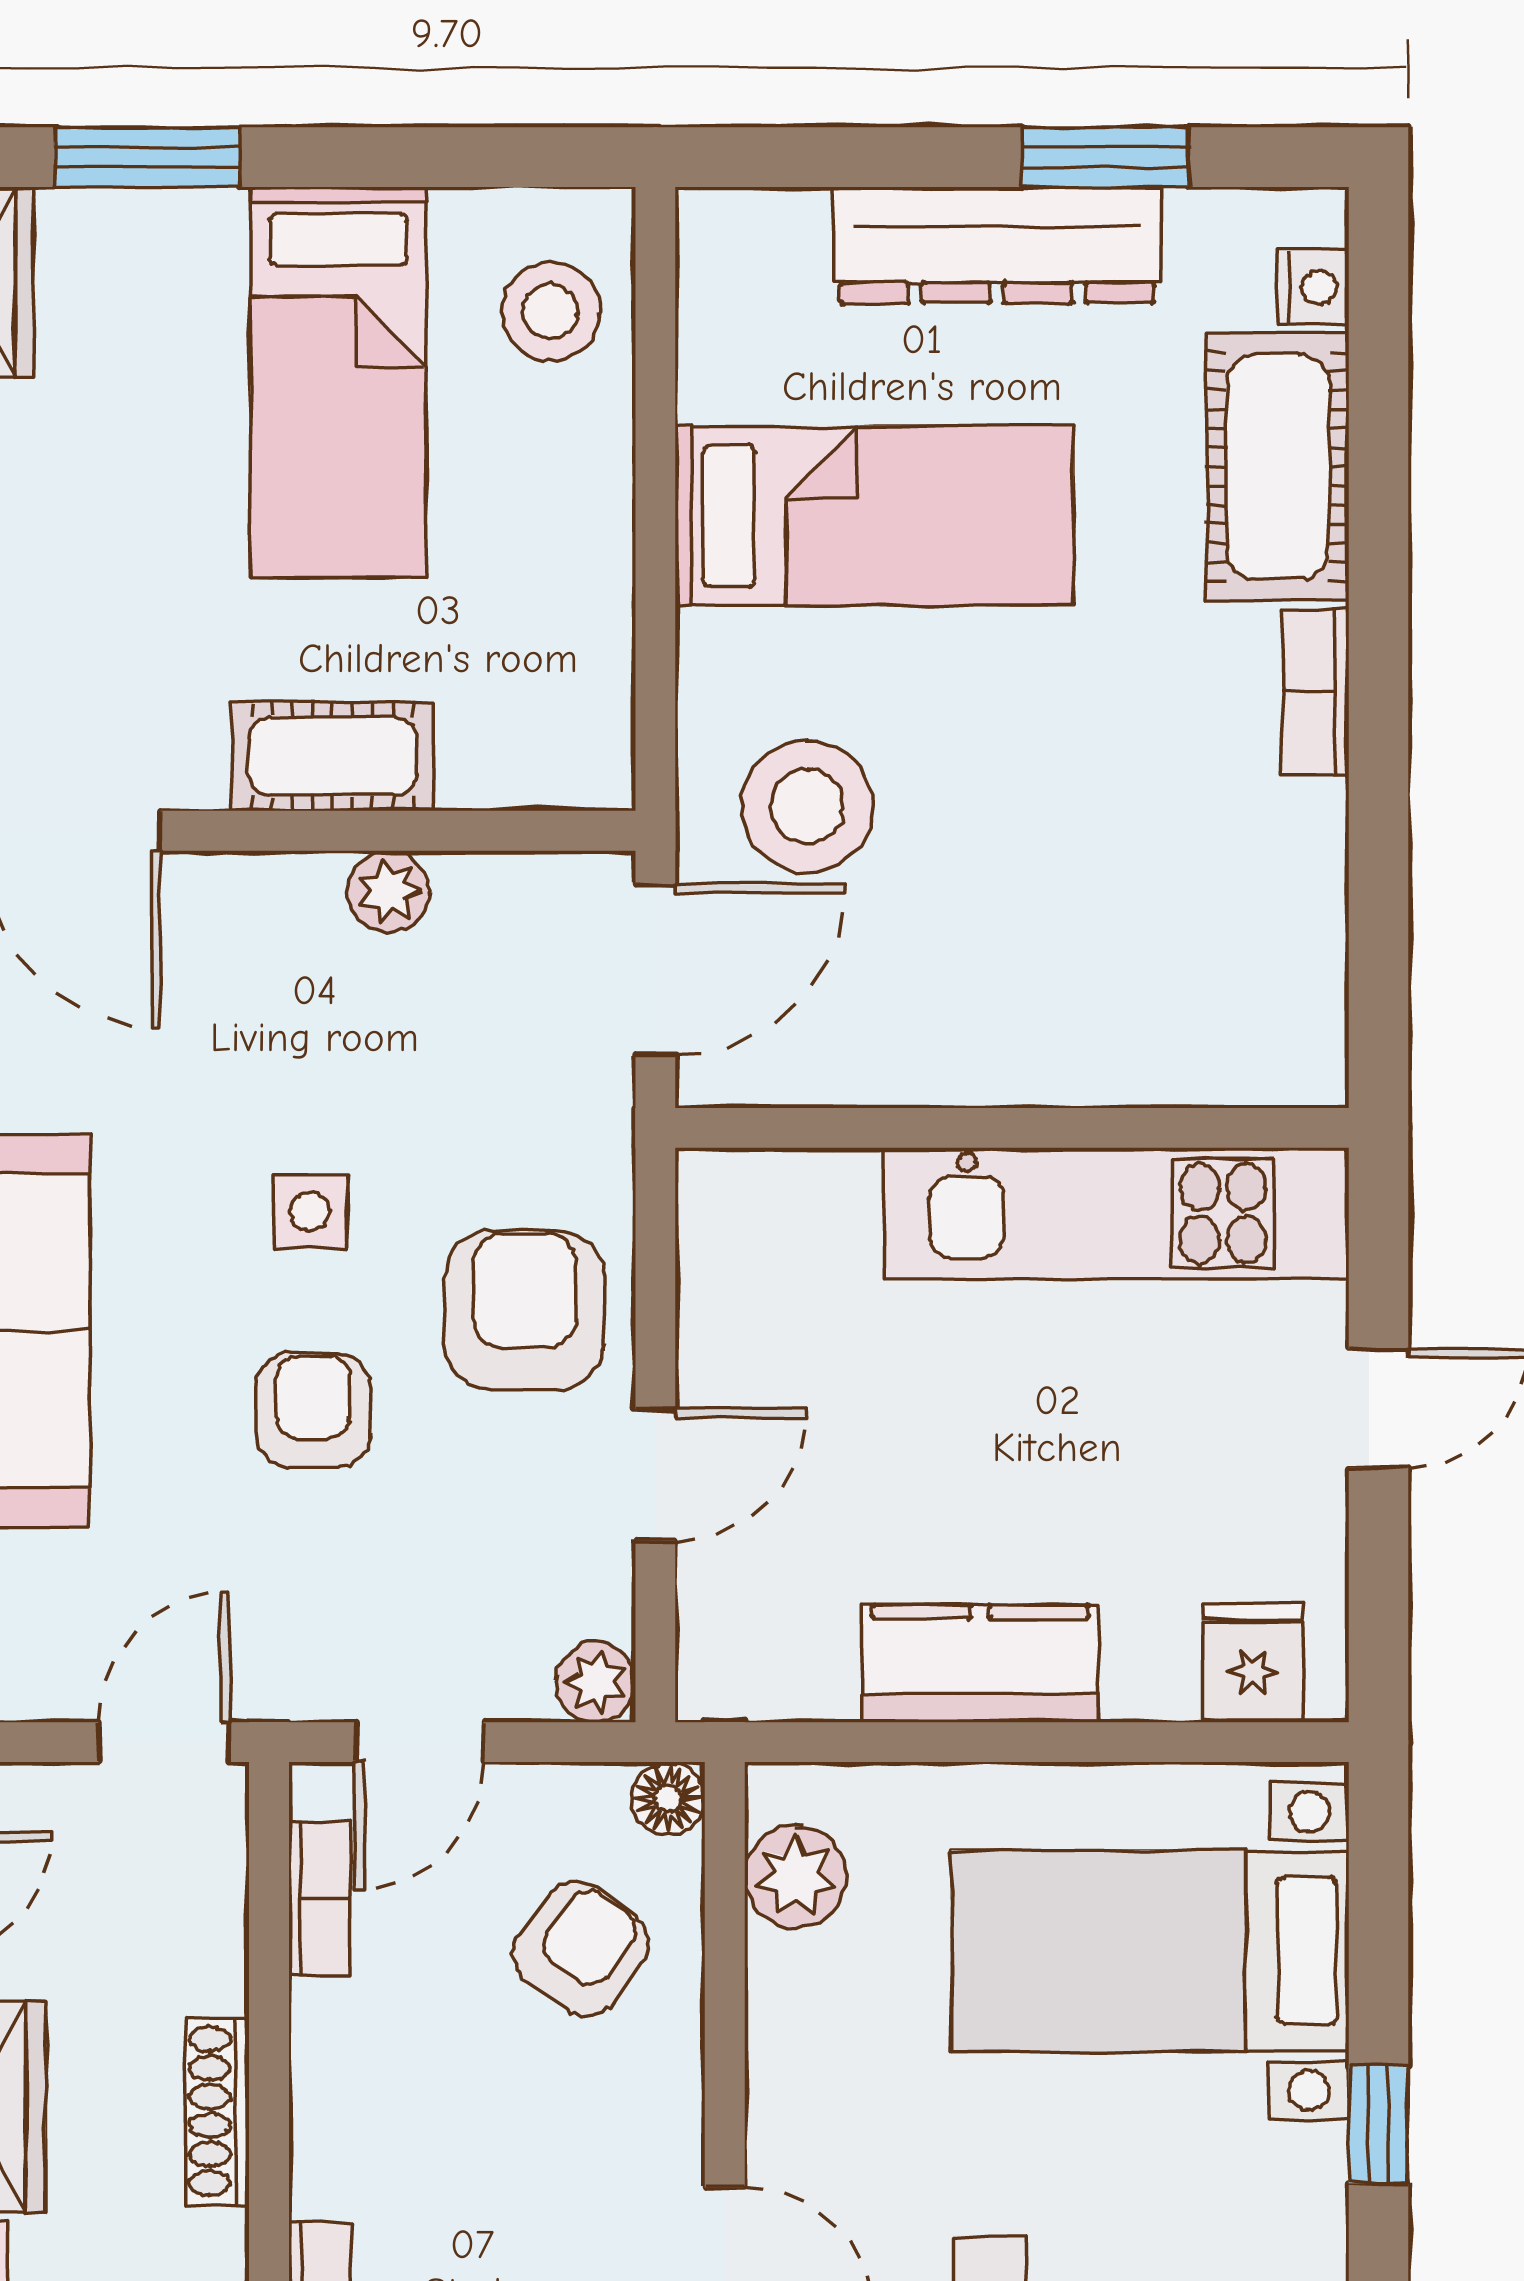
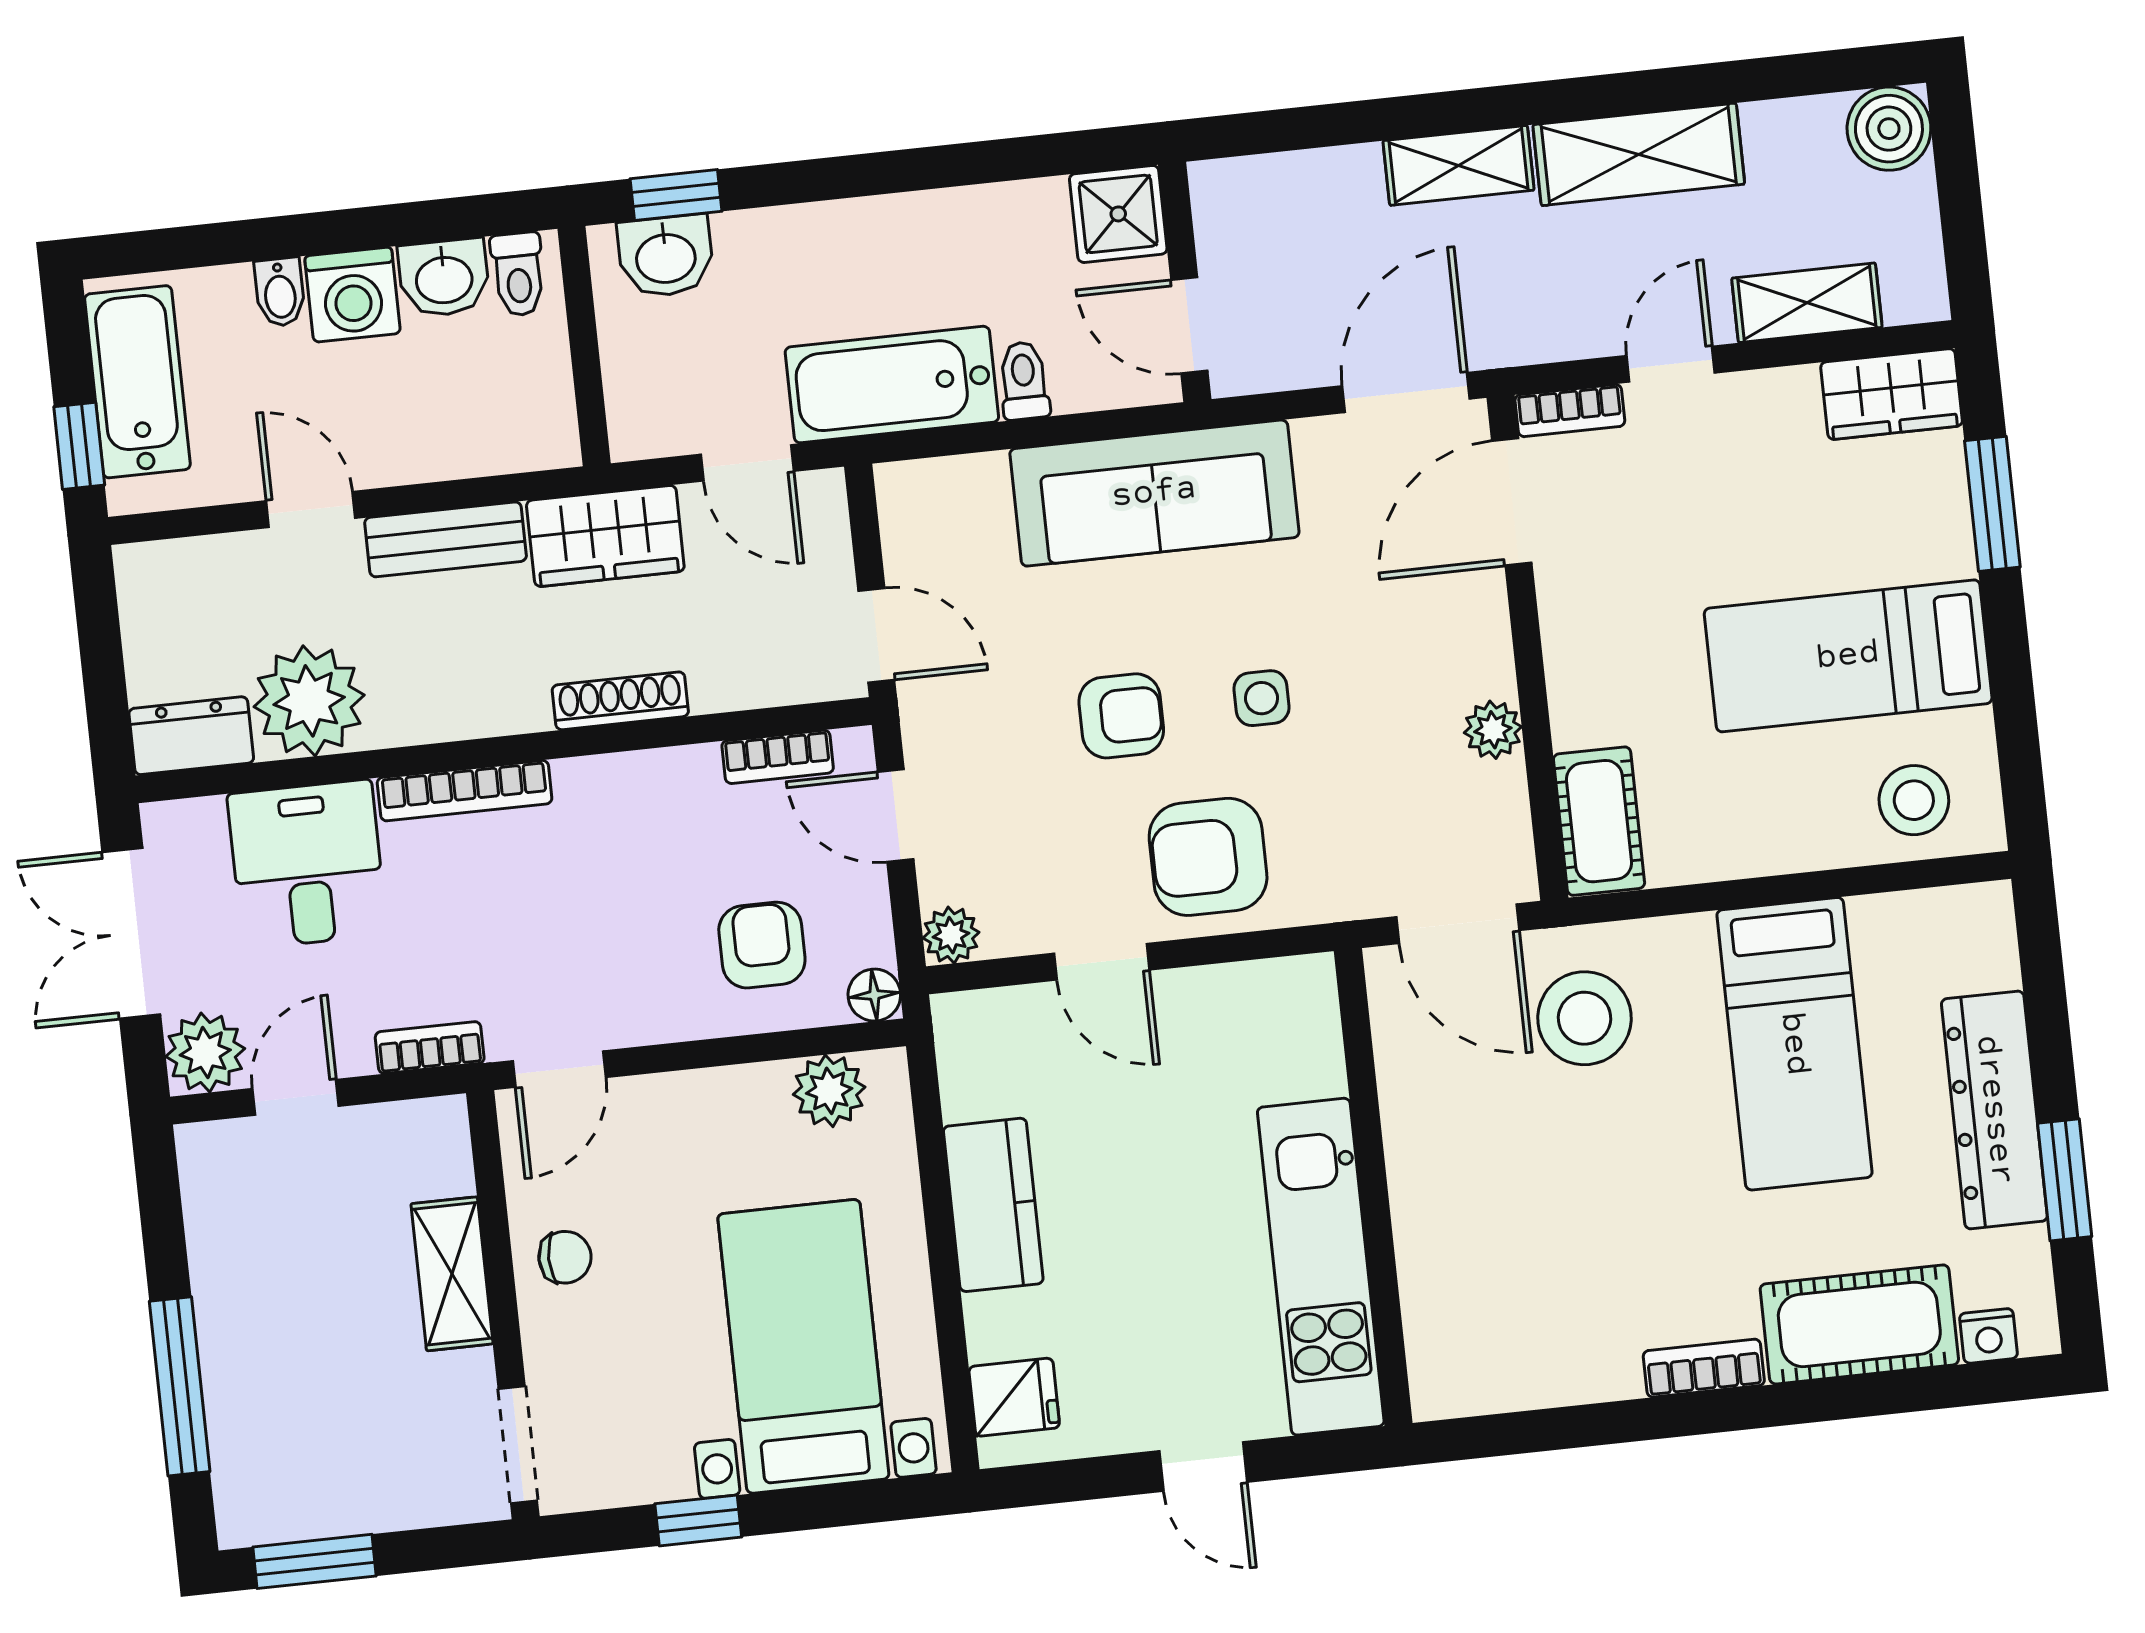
cot: (333, 756) -> (1599, 821), moved
armchair: (524, 1310) -> (1208, 857), turned 180
armchair: (581, 1949) -> (762, 945), turned -126

